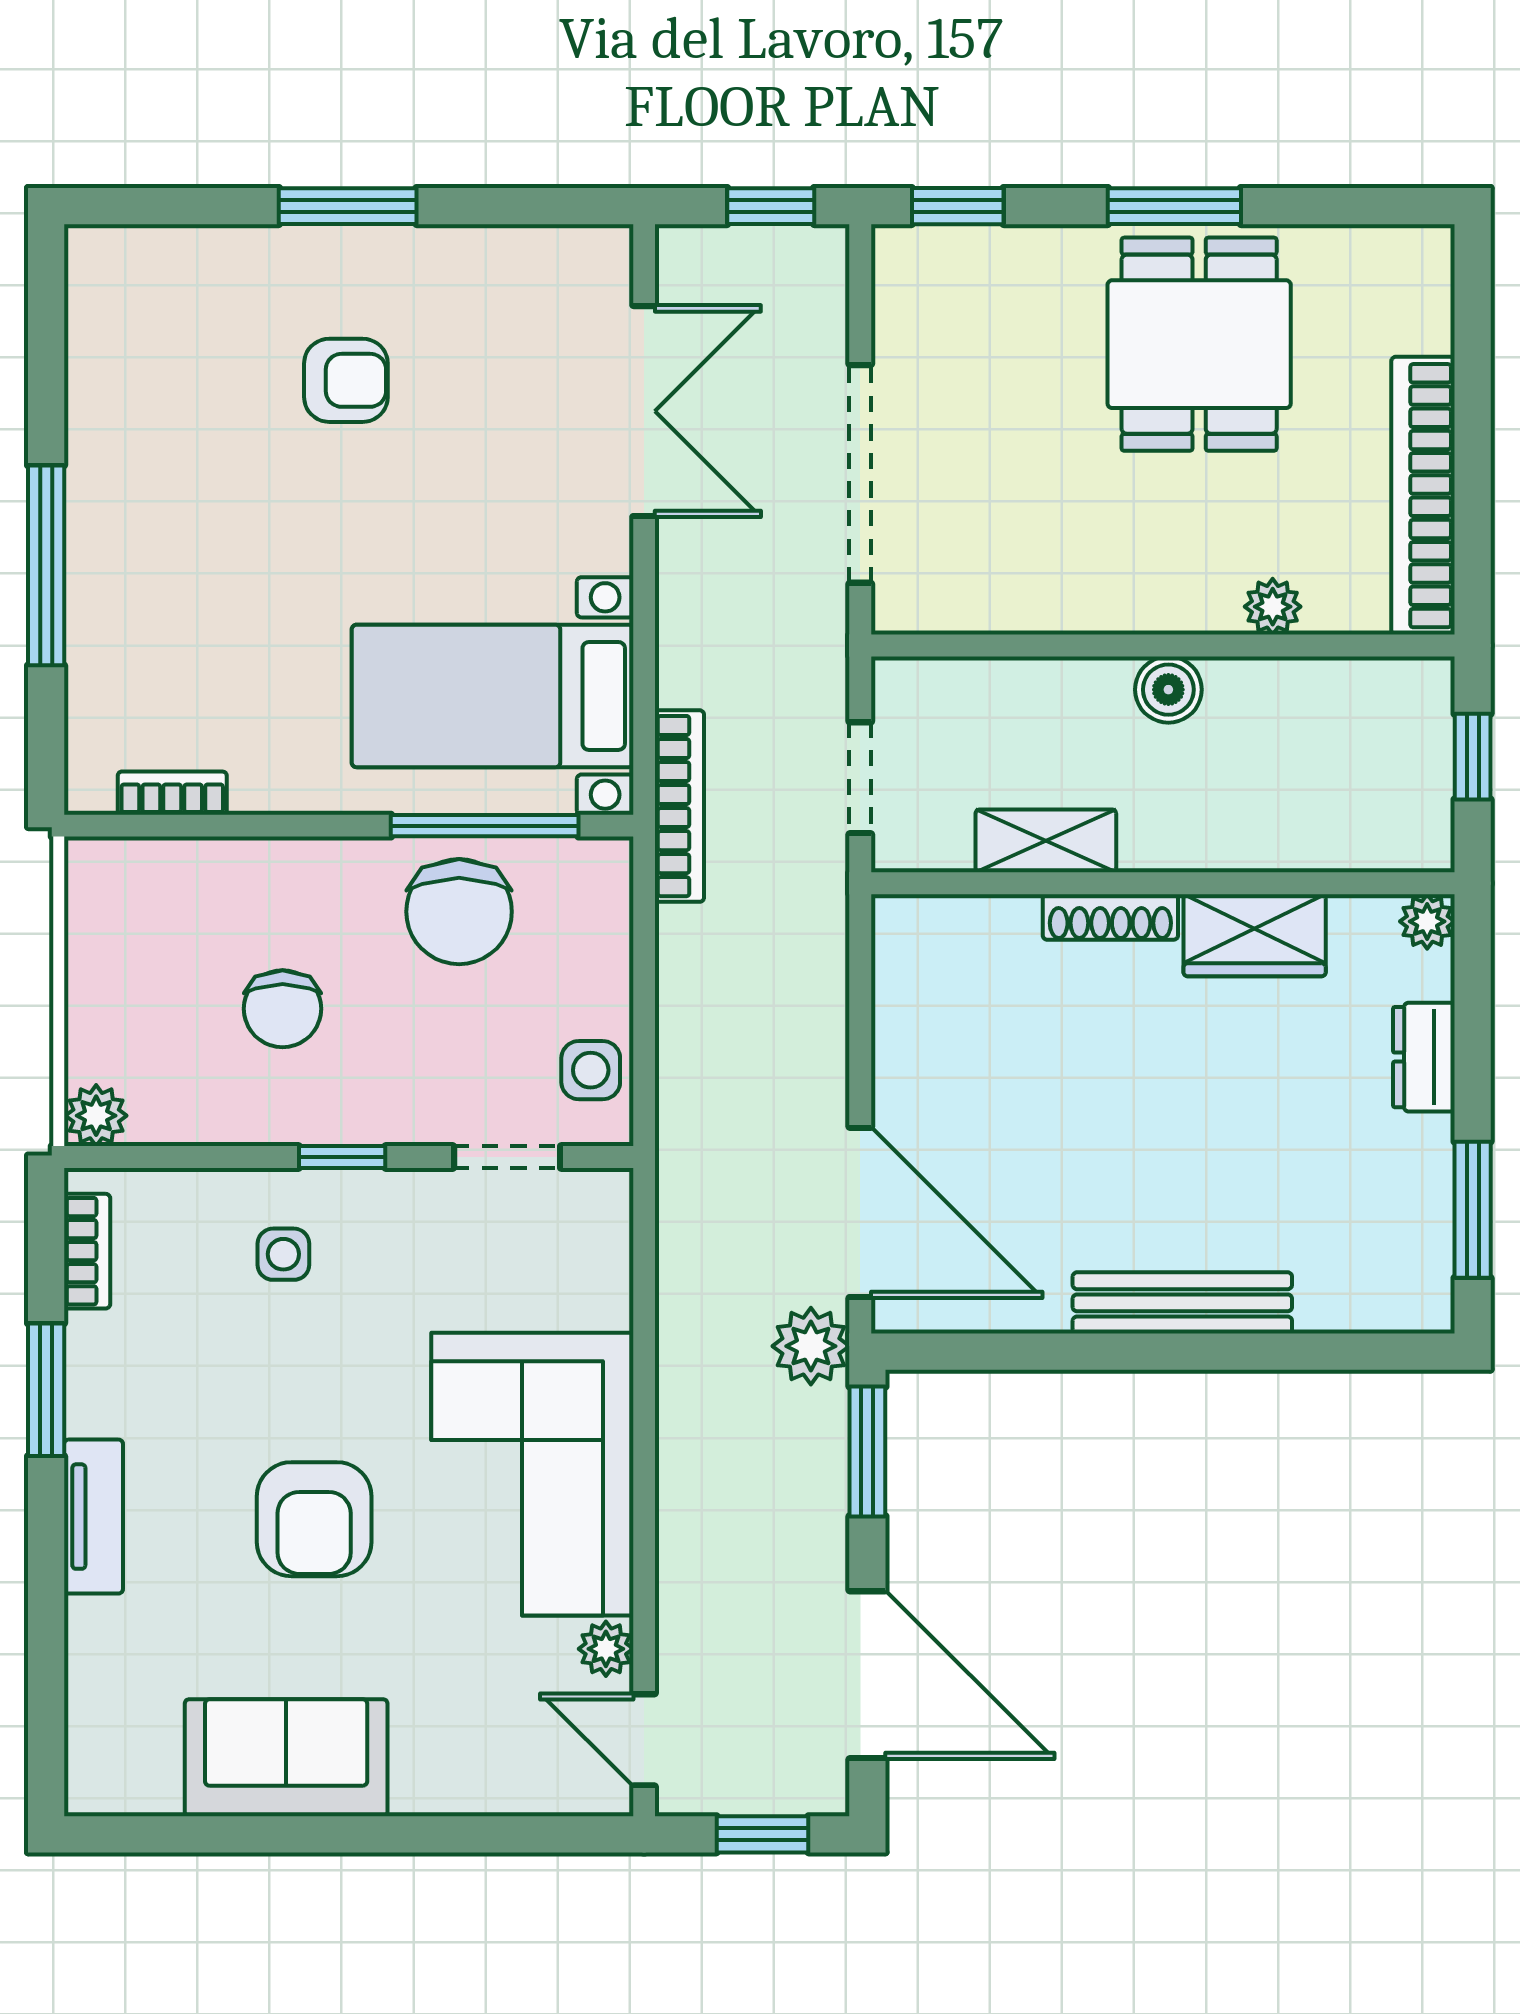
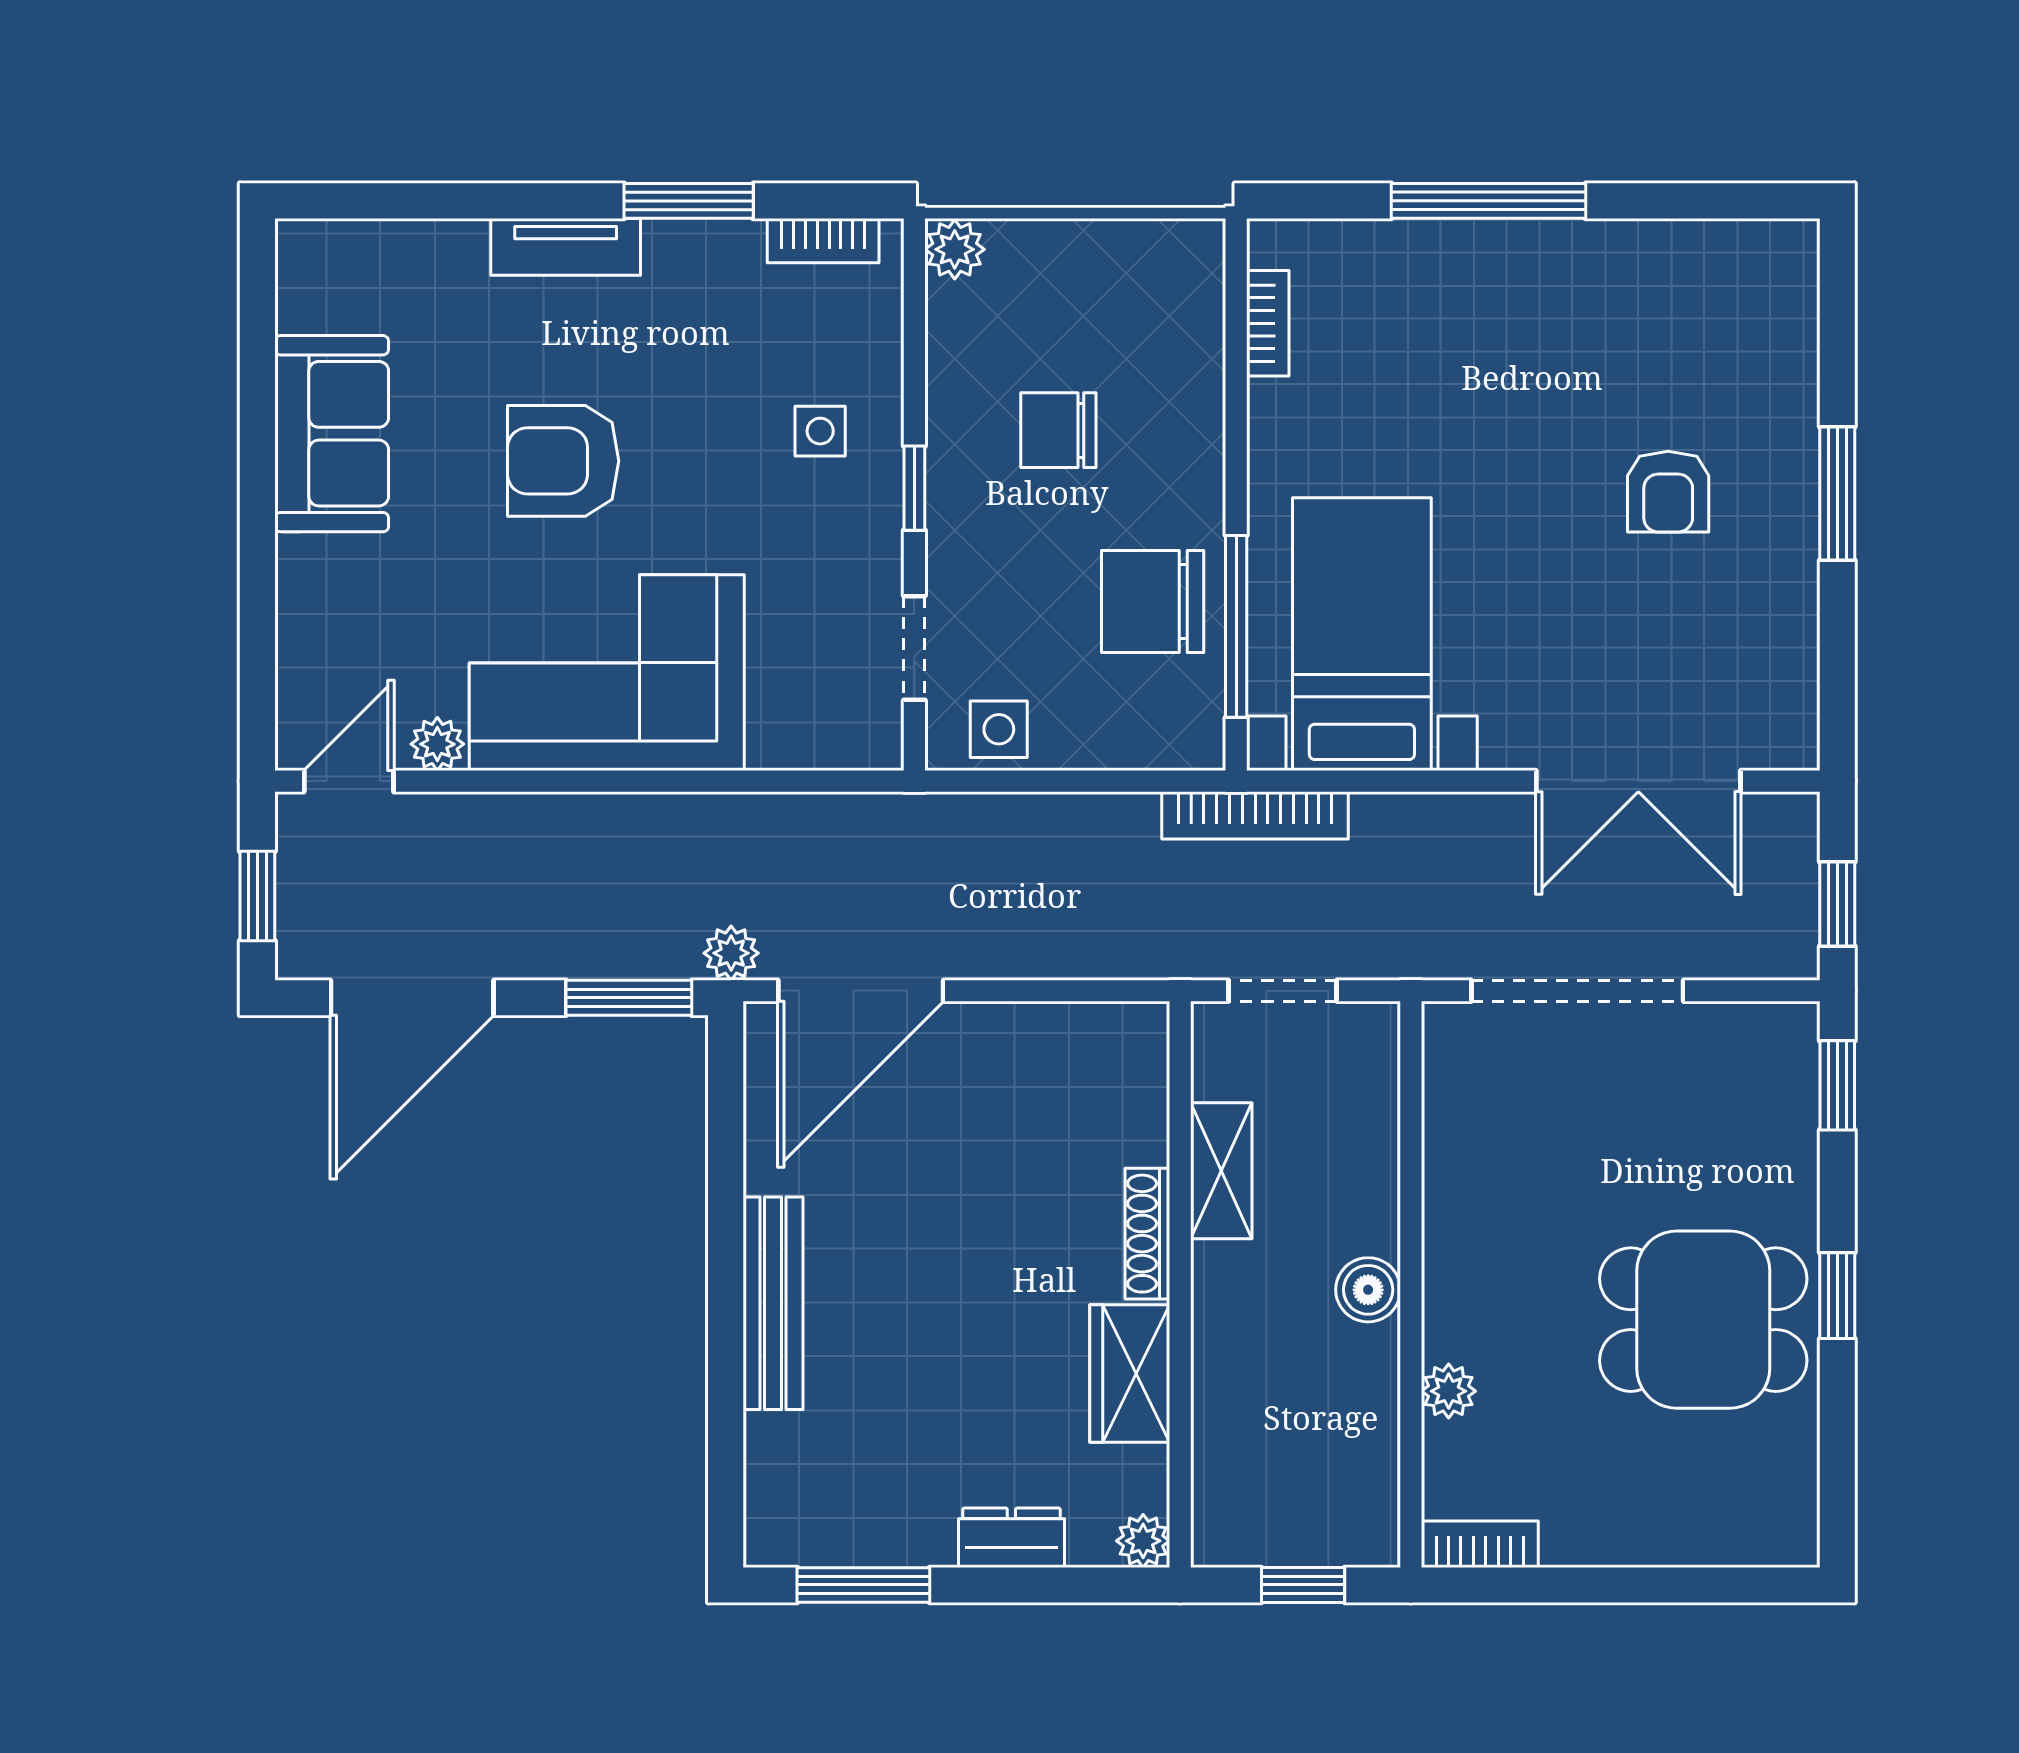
window: (1174, 206) -> (1837, 1296), width x0.67
bookcase: (1423, 496) -> (1480, 1544), width x0.43, depth x0.76
plant: (811, 1346) -> (731, 953), width x0.73, depth x0.73

